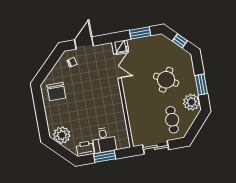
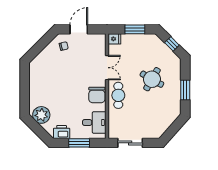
double door: (117, 66) -> (107, 68), moved
chair: (56, 92) -> (97, 95), moved
plant: (191, 102) -> (173, 105), removed
cafe table: (172, 120) -> (118, 95), moved
desk: (104, 140) -> (94, 122), moved, turned -90

